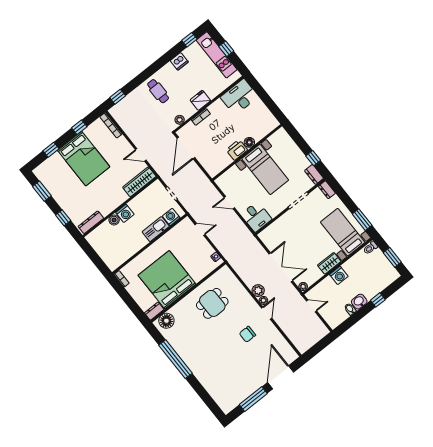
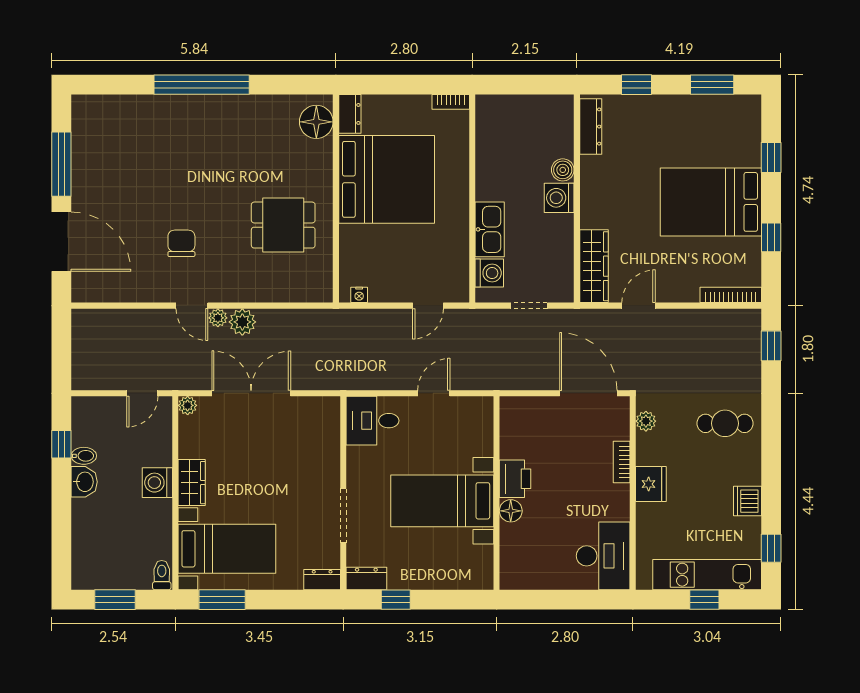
double door: (281, 267) -> (251, 393), swing flipped
window: (378, 300) -> (61, 444), moved
dining table: (212, 303) -> (283, 225), turned 90
window: (176, 359) -> (202, 85), moved

